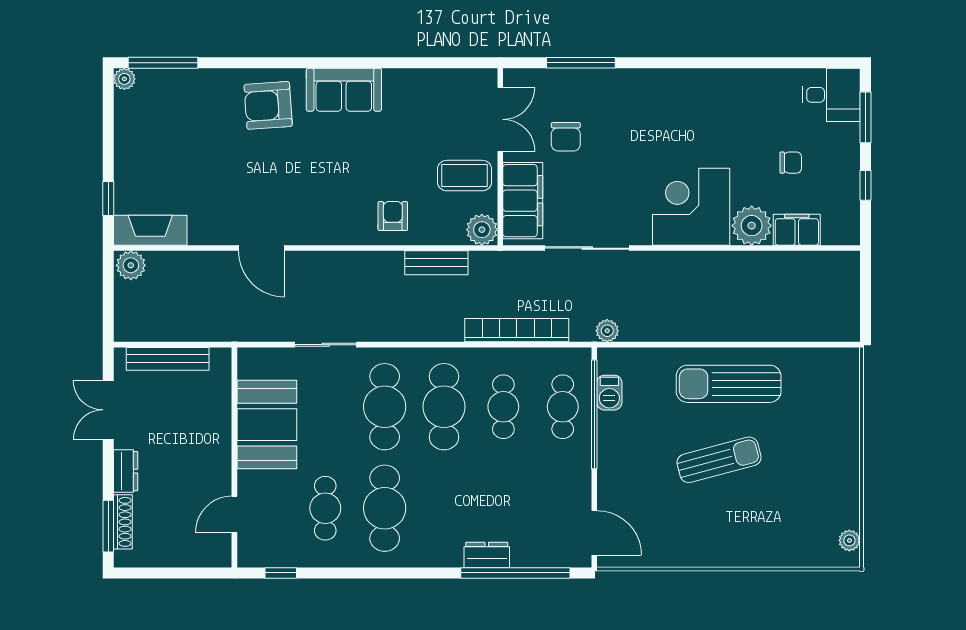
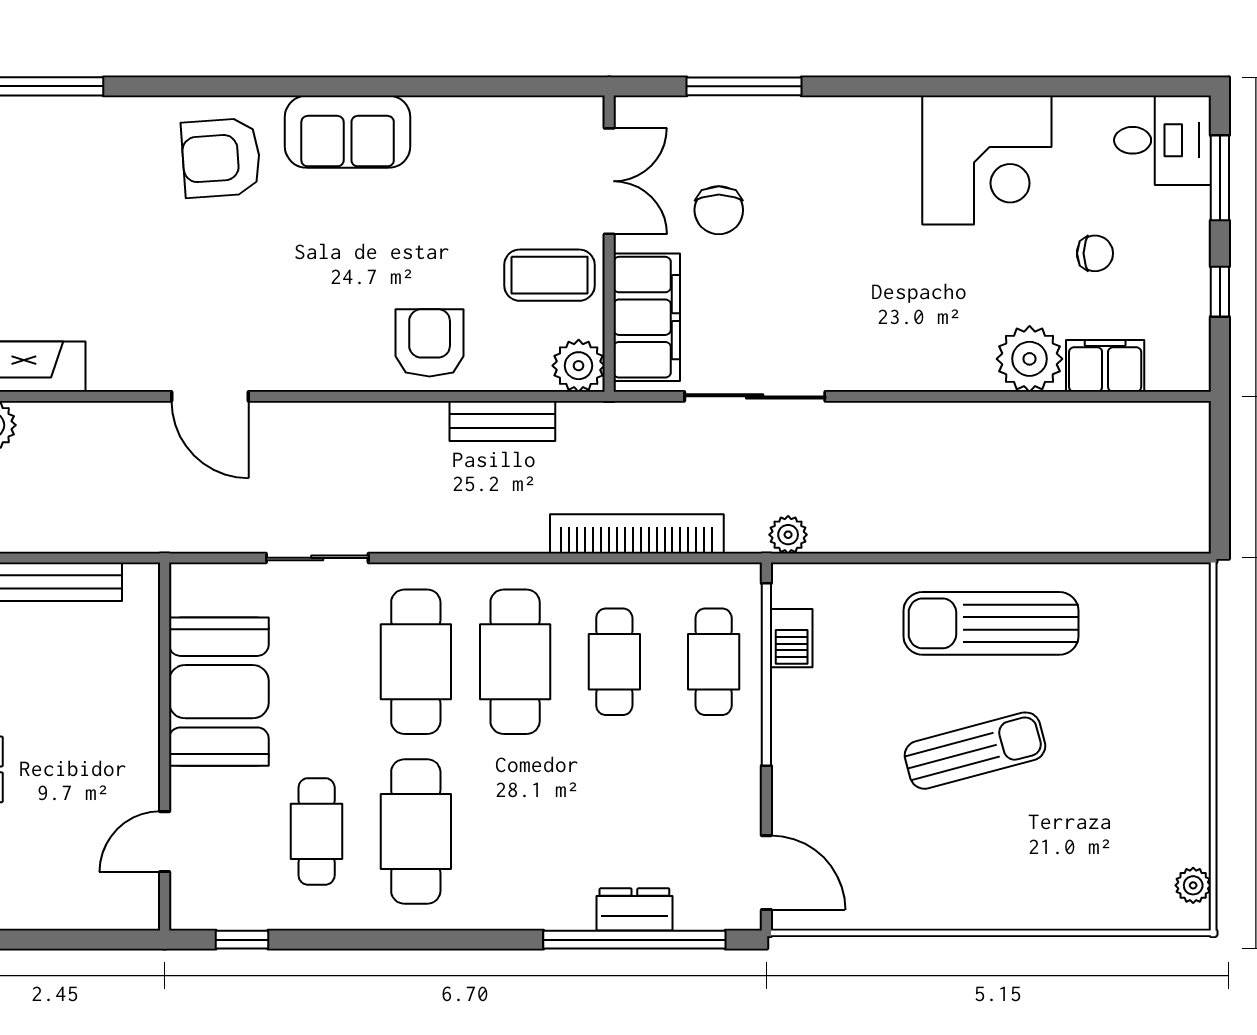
corner desk: (691, 207) -> (987, 160), moved, turned 180
armchair: (393, 216) -> (430, 343), width x1.38, depth x1.38
dresser: (487, 555) -> (634, 909), moved

